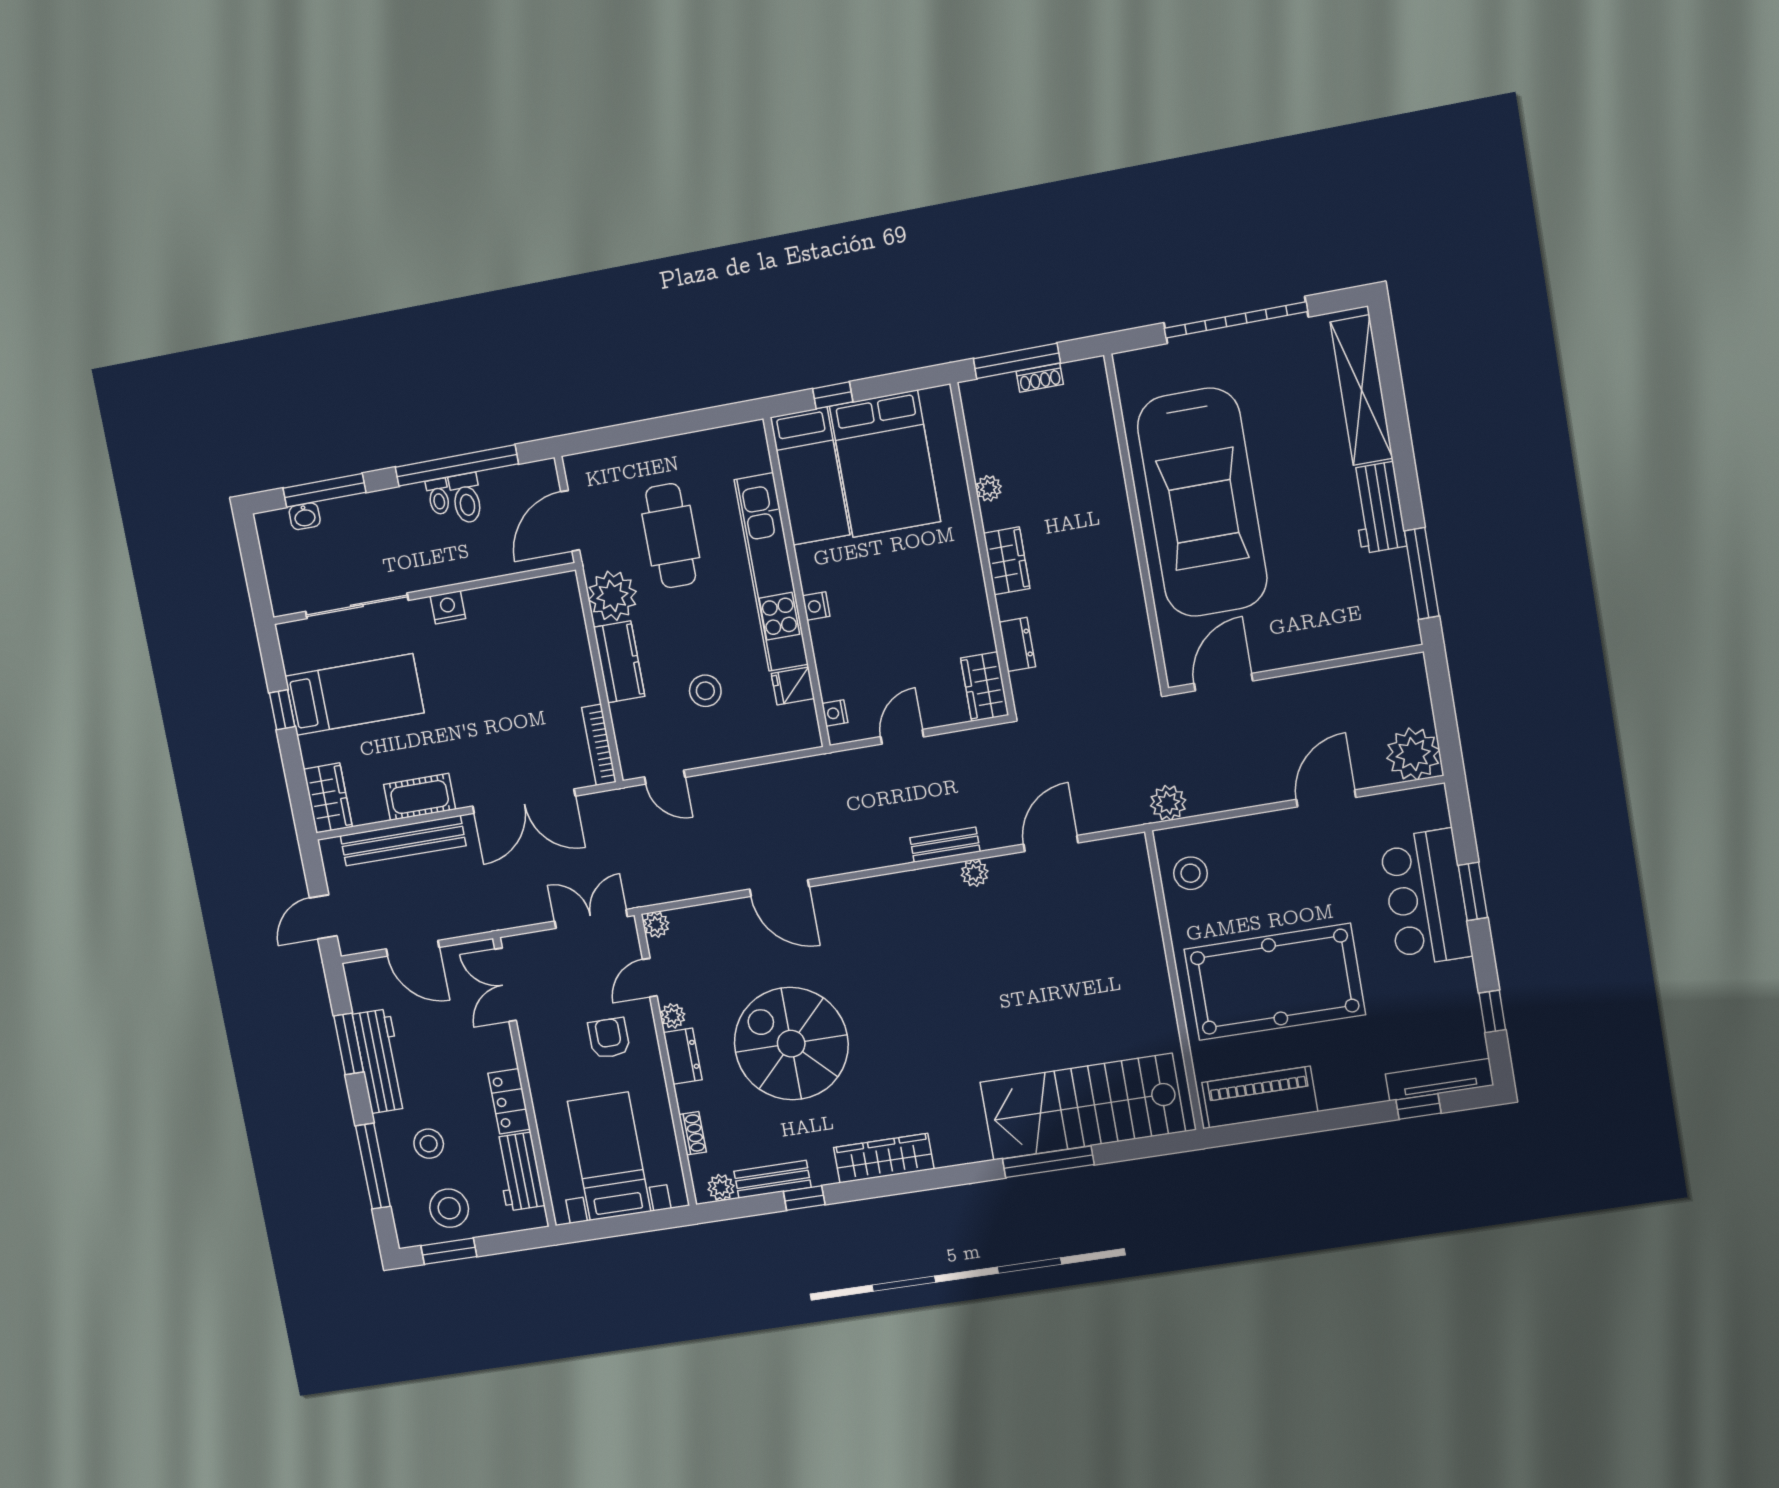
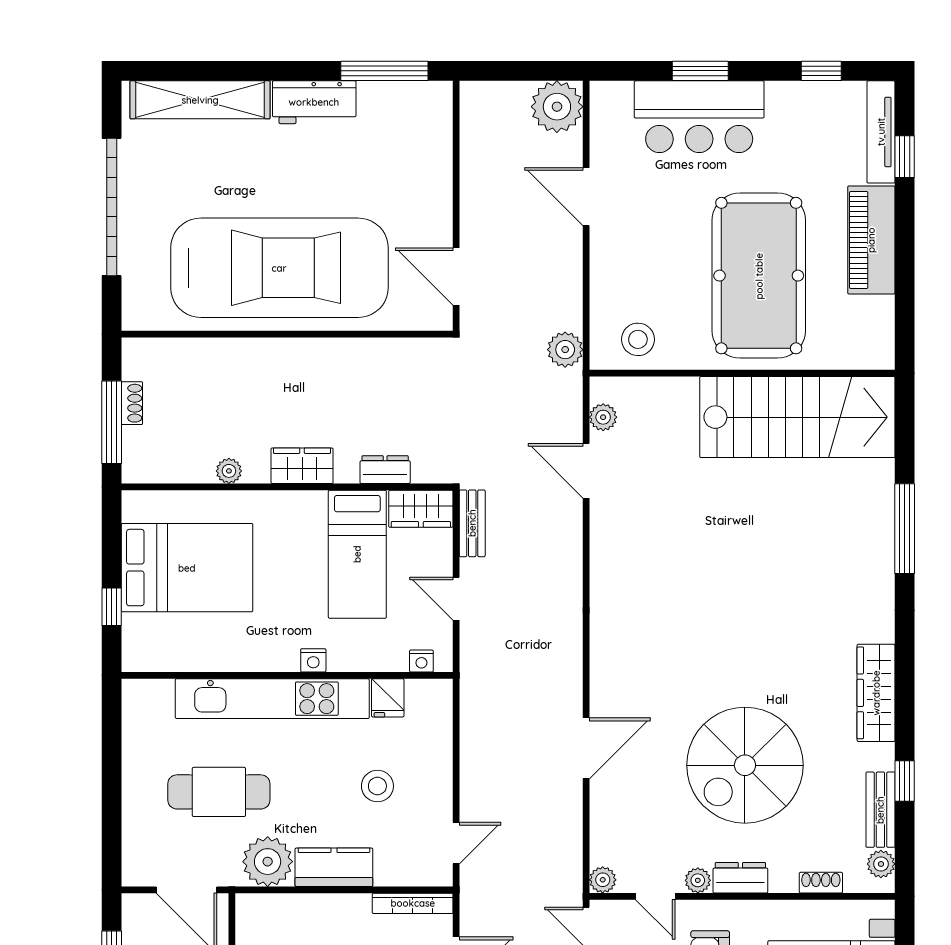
bed: (810, 476) -> (357, 554), moved, turned 90
bench: (945, 845) -> (472, 523), moved
plant: (975, 873) -> (603, 417), moved
piano: (1260, 1097) -> (871, 240), moved
stairs: (1082, 1107) -> (797, 417), moved, turned -90

